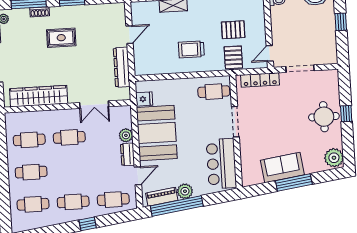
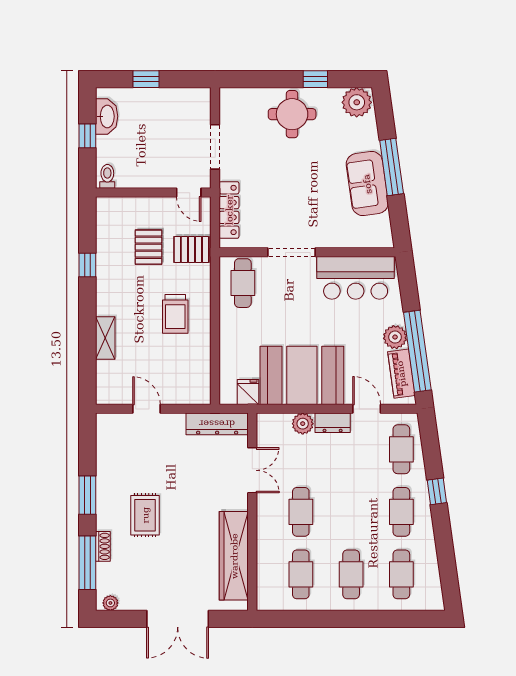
dresser: (122, 67) -> (217, 424), moved
window: (346, 114) -> (315, 79), moved

